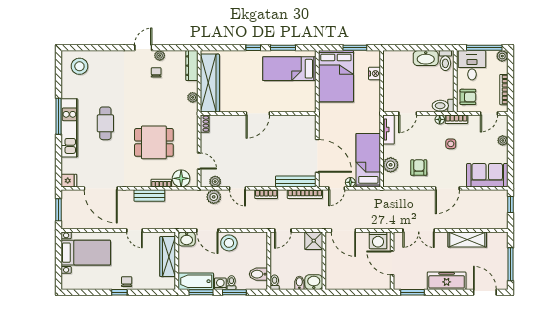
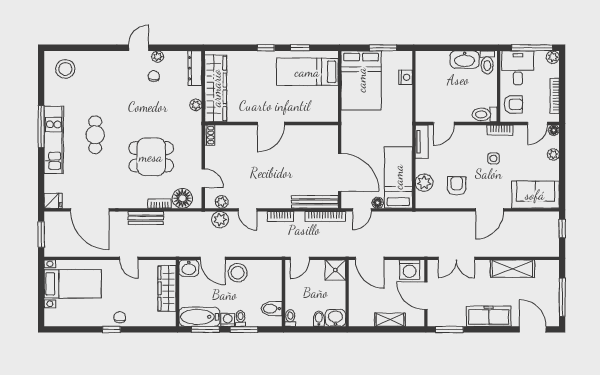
window: (283, 48) -> (300, 48), width x0.67
floor lamp: (440, 119) -> (554, 130), moved
shelving: (361, 284) -> (390, 320), added

